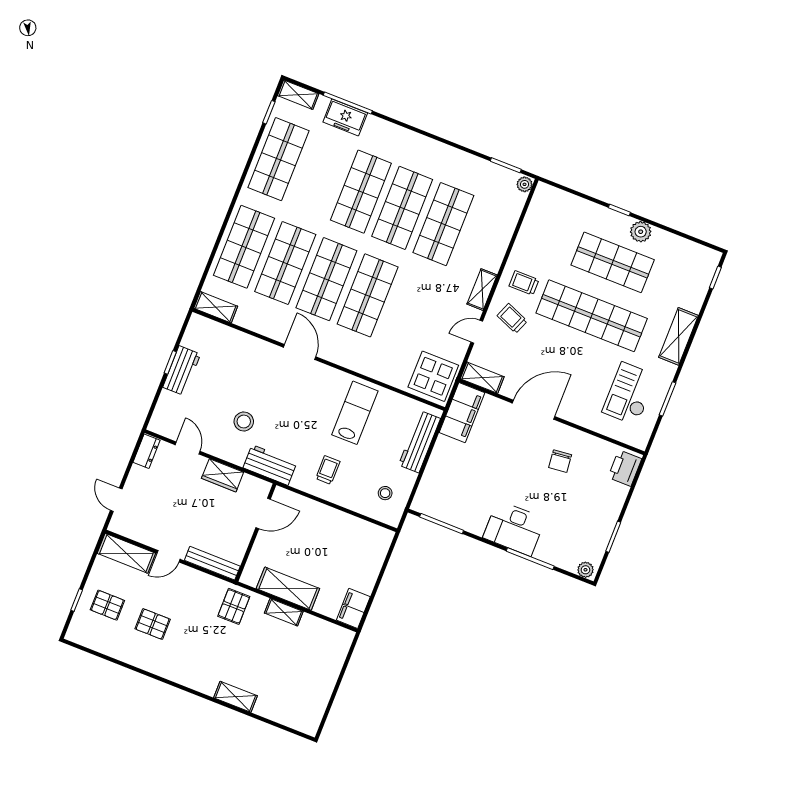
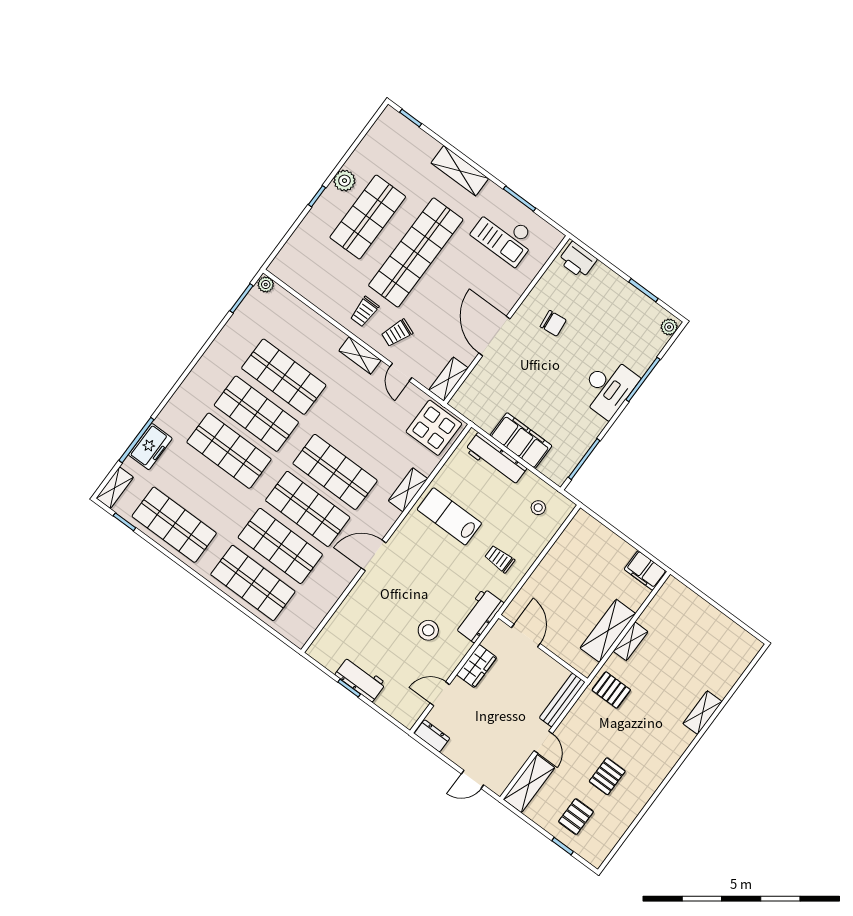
shelving: (216, 307) -> (408, 490), moved
filing cabinet: (462, 413) -> (521, 441), moved

